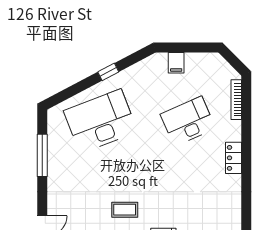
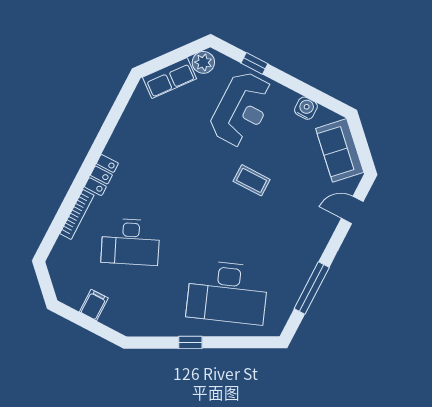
filing cabinet: (176, 63) -> (94, 305), moved
bookcase: (236, 100) -> (77, 214), moved

